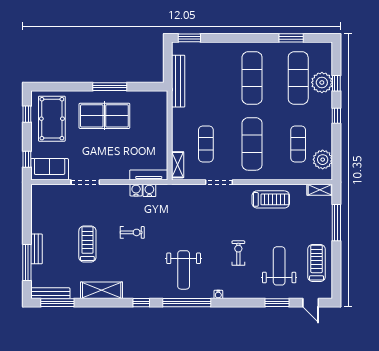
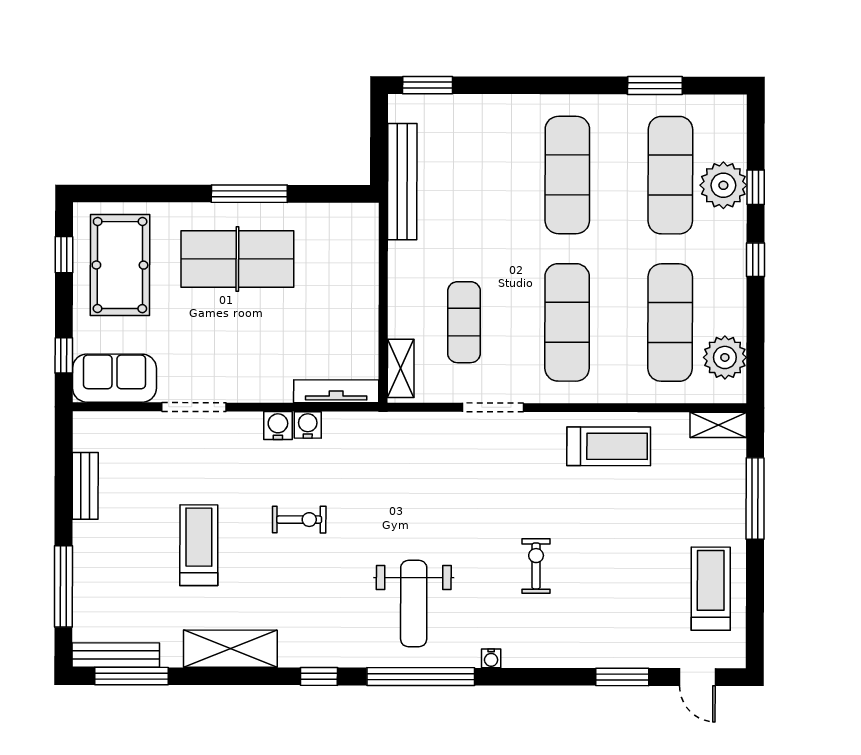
exercise mat: (298, 144) -> (670, 323), width x1.36, depth x1.45
water cooler: (149, 190) -> (278, 426), moved
bench: (37, 249) -> (85, 486), moved
weight bench: (279, 266) -> (627, 595), removed

